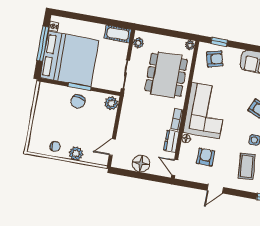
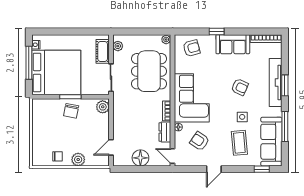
cot: (118, 34) -> (103, 51), moved, turned 90
window: (219, 42) -> (217, 32), moved
armchair: (206, 157) -> (200, 141), turned -56

